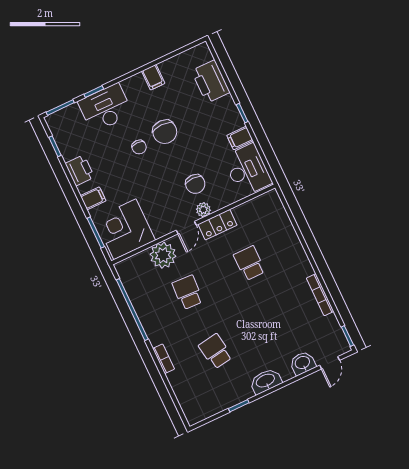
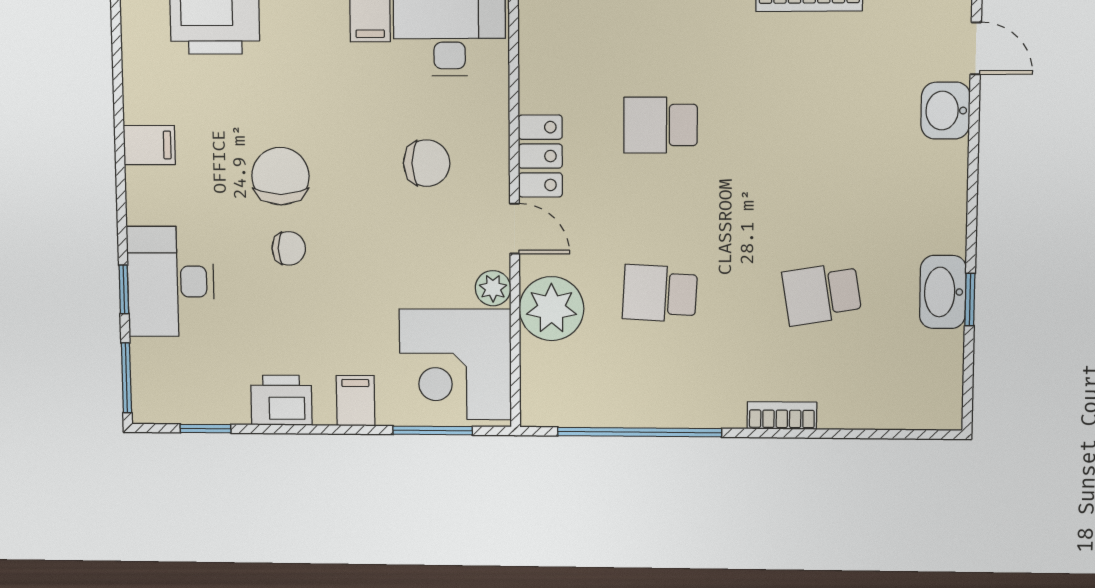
chair: (165, 132) -> (280, 176), turned -90
plant: (203, 210) -> (493, 288), moved
washbasin: (266, 381) -> (943, 292), moved

